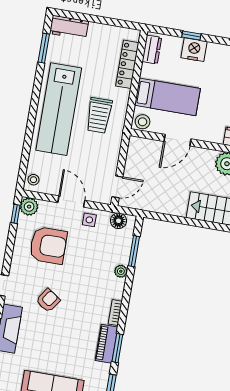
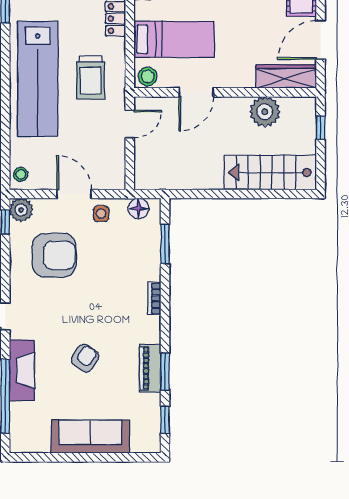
door: (117, 187) -> (130, 124), moved
plant: (121, 271) -> (153, 272), removed
armchair: (48, 300) -> (85, 358), moved
bookcase: (115, 313) -> (154, 299), moved

